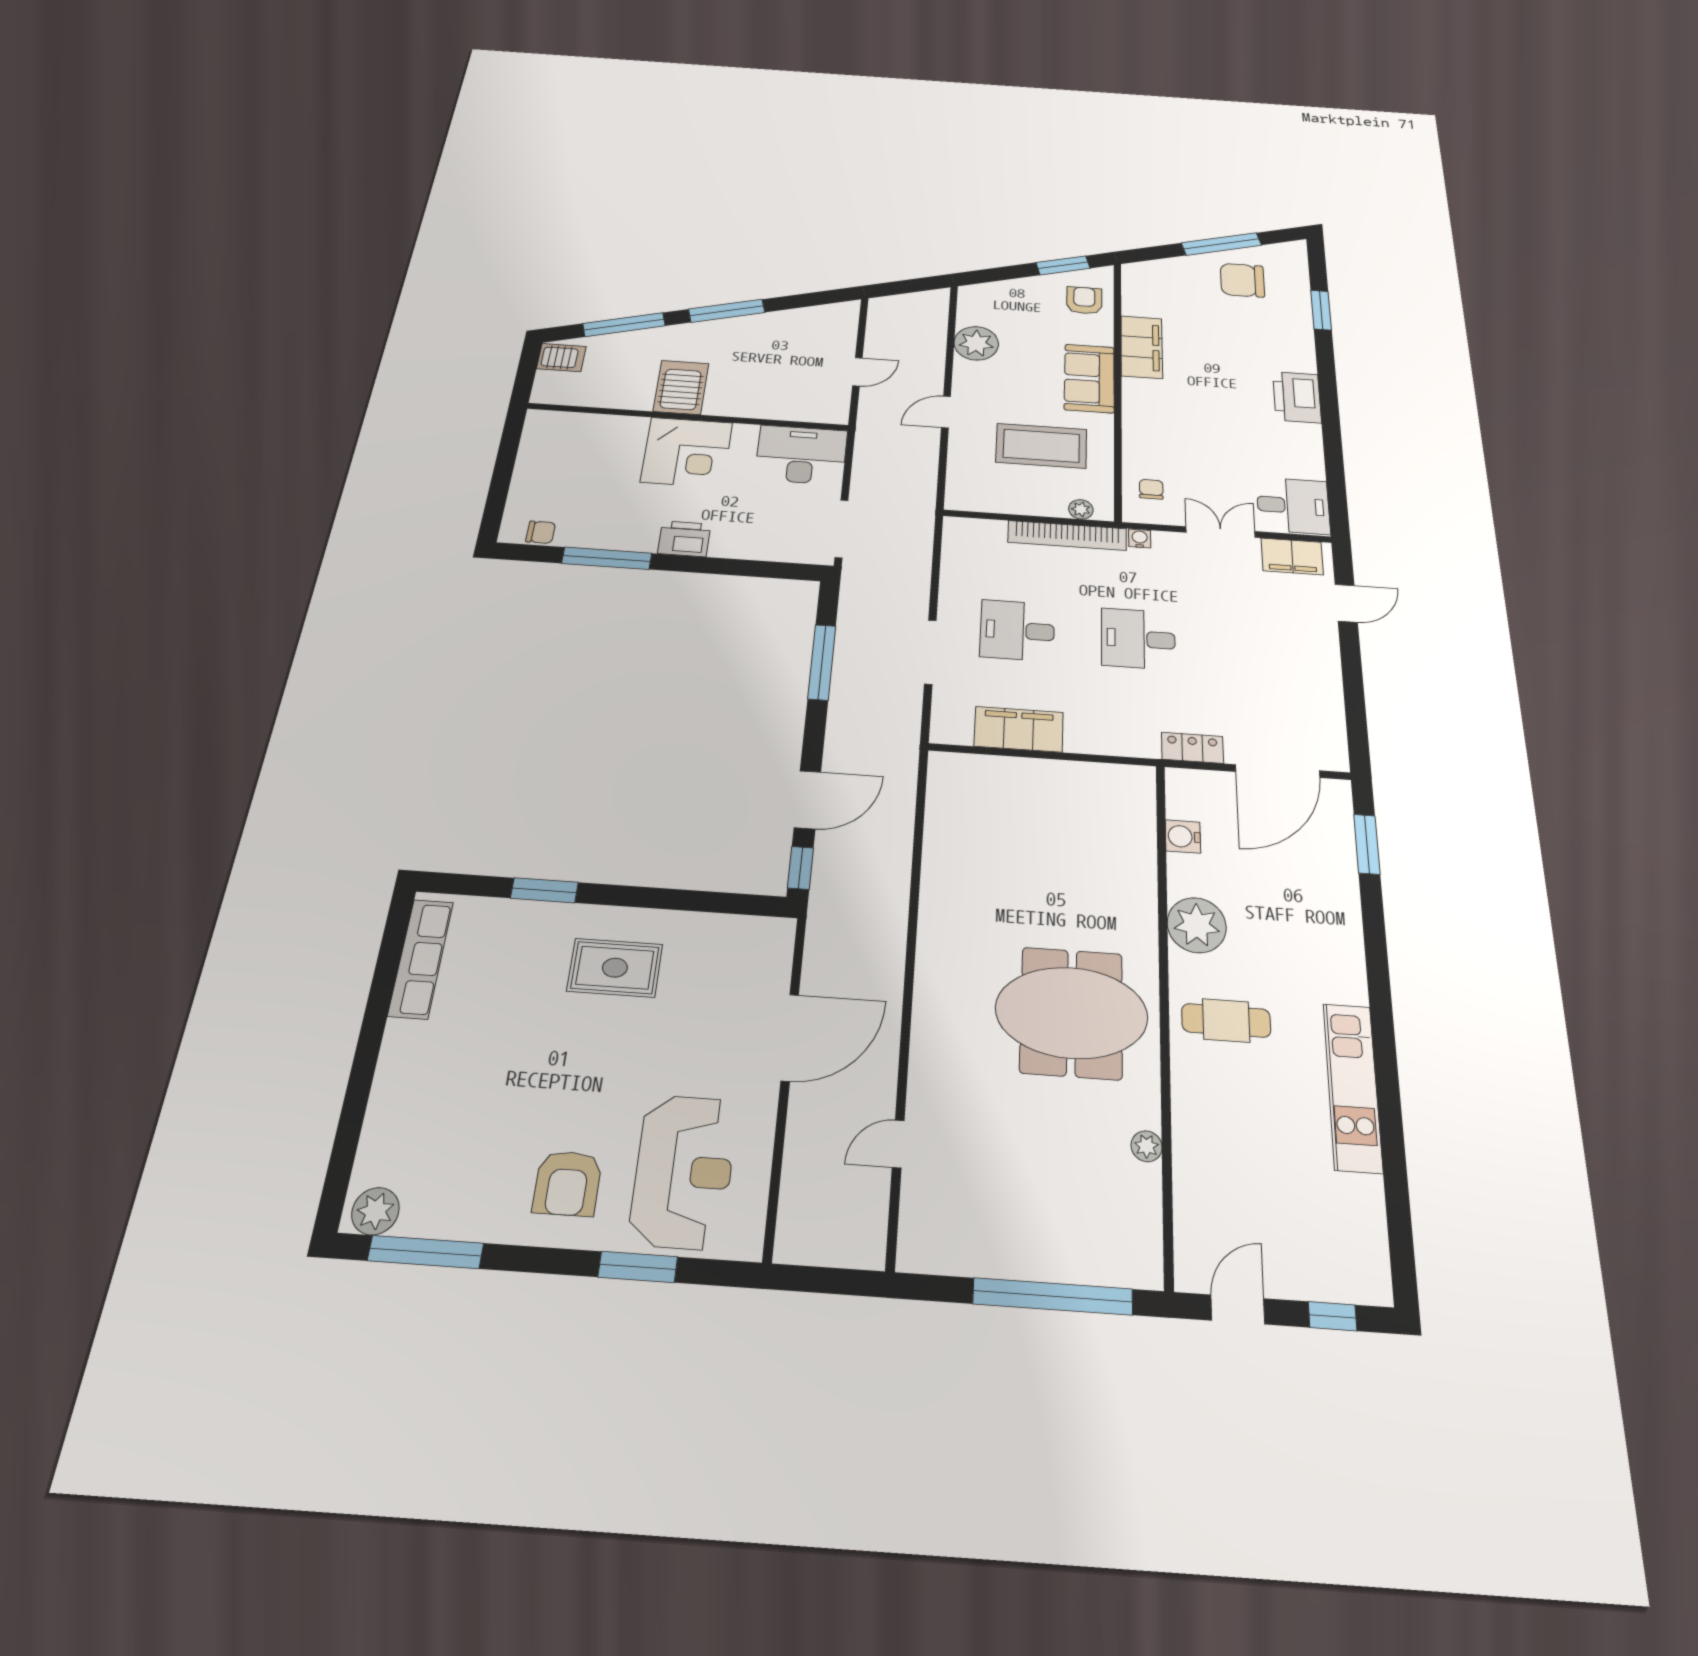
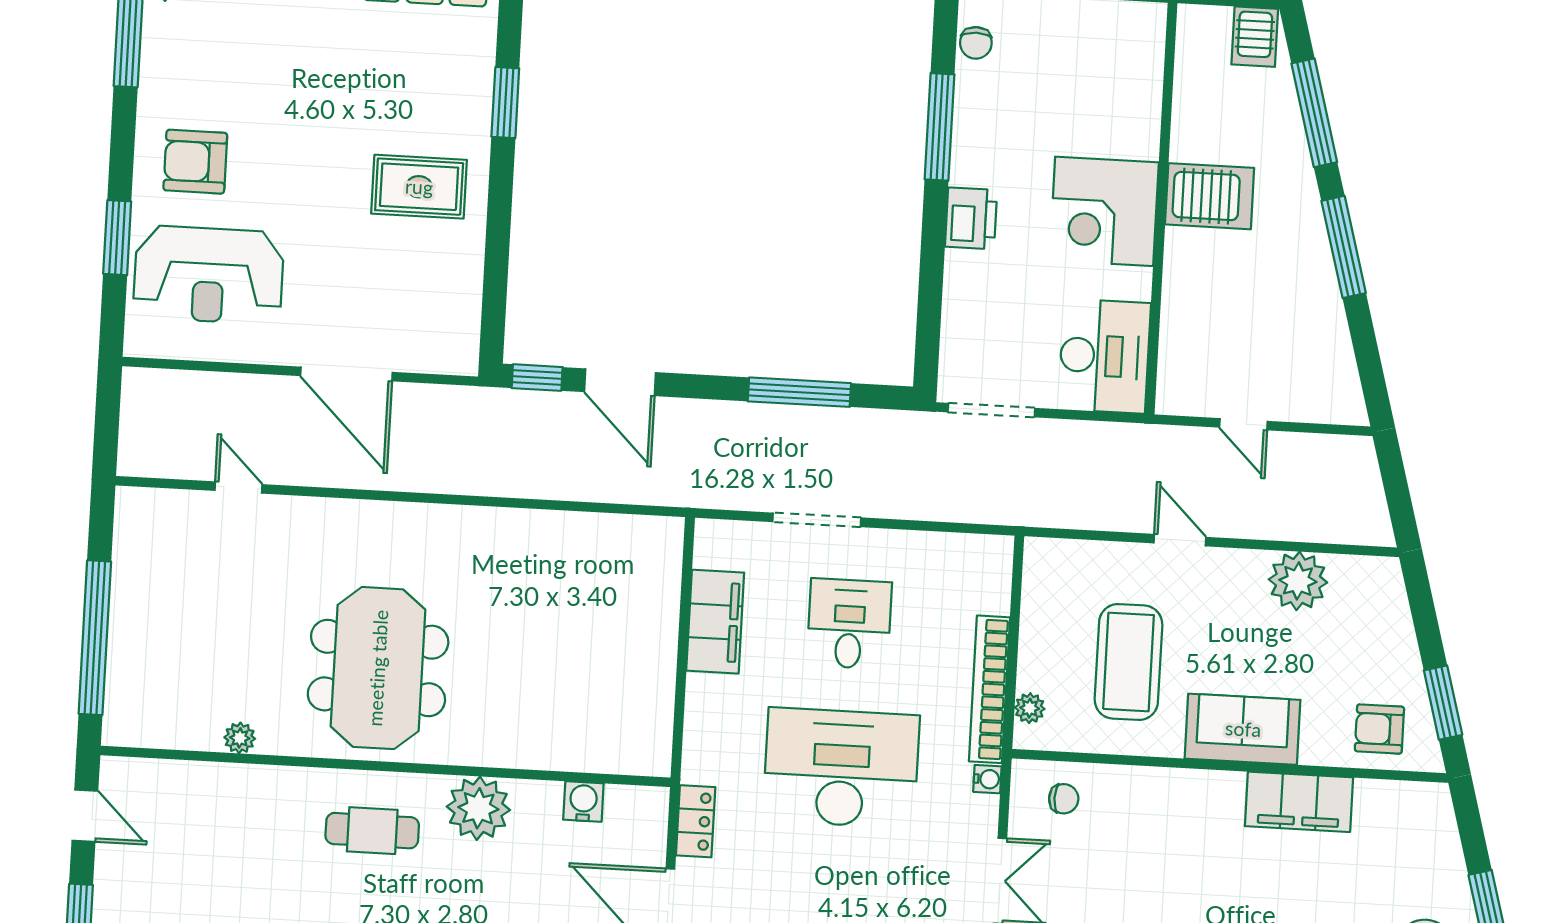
armchair: (1084, 300) -> (1379, 729), turned 180
desk: (1138, 639) -> (841, 768), width x1.87, depth x1.30
rug: (615, 968) -> (419, 187), turned 90
cafe table: (1226, 1020) -> (372, 831), turned 90

